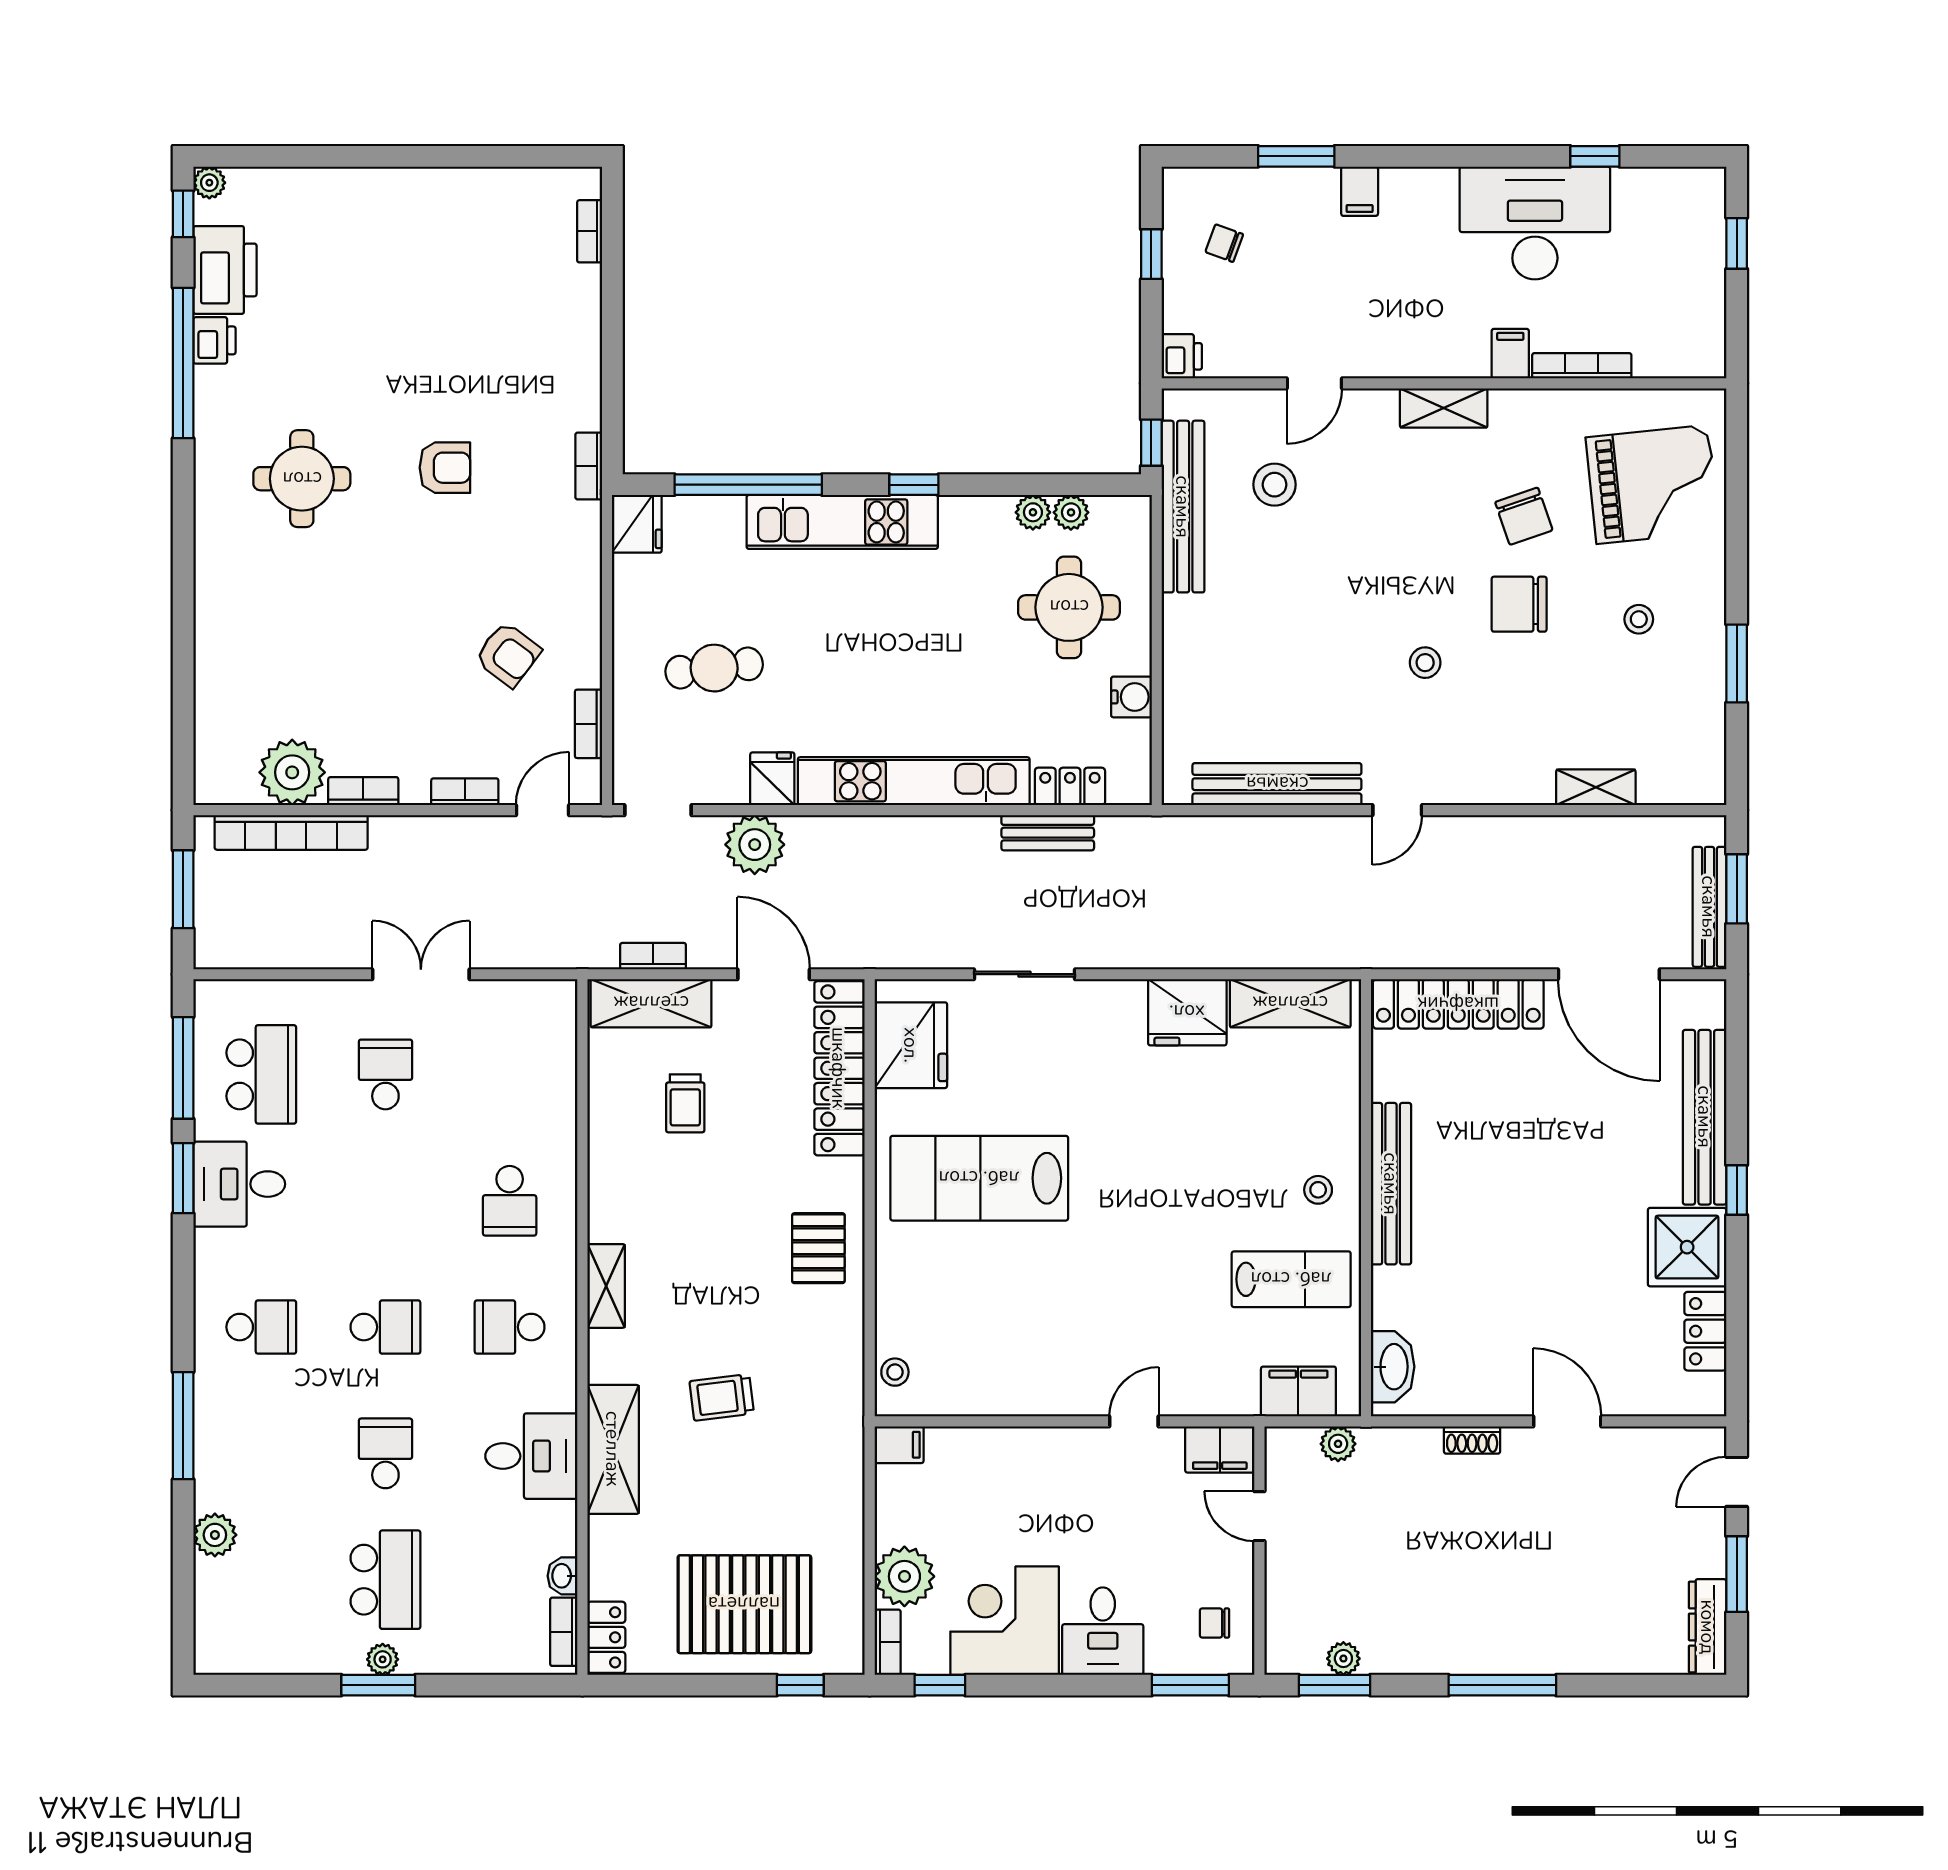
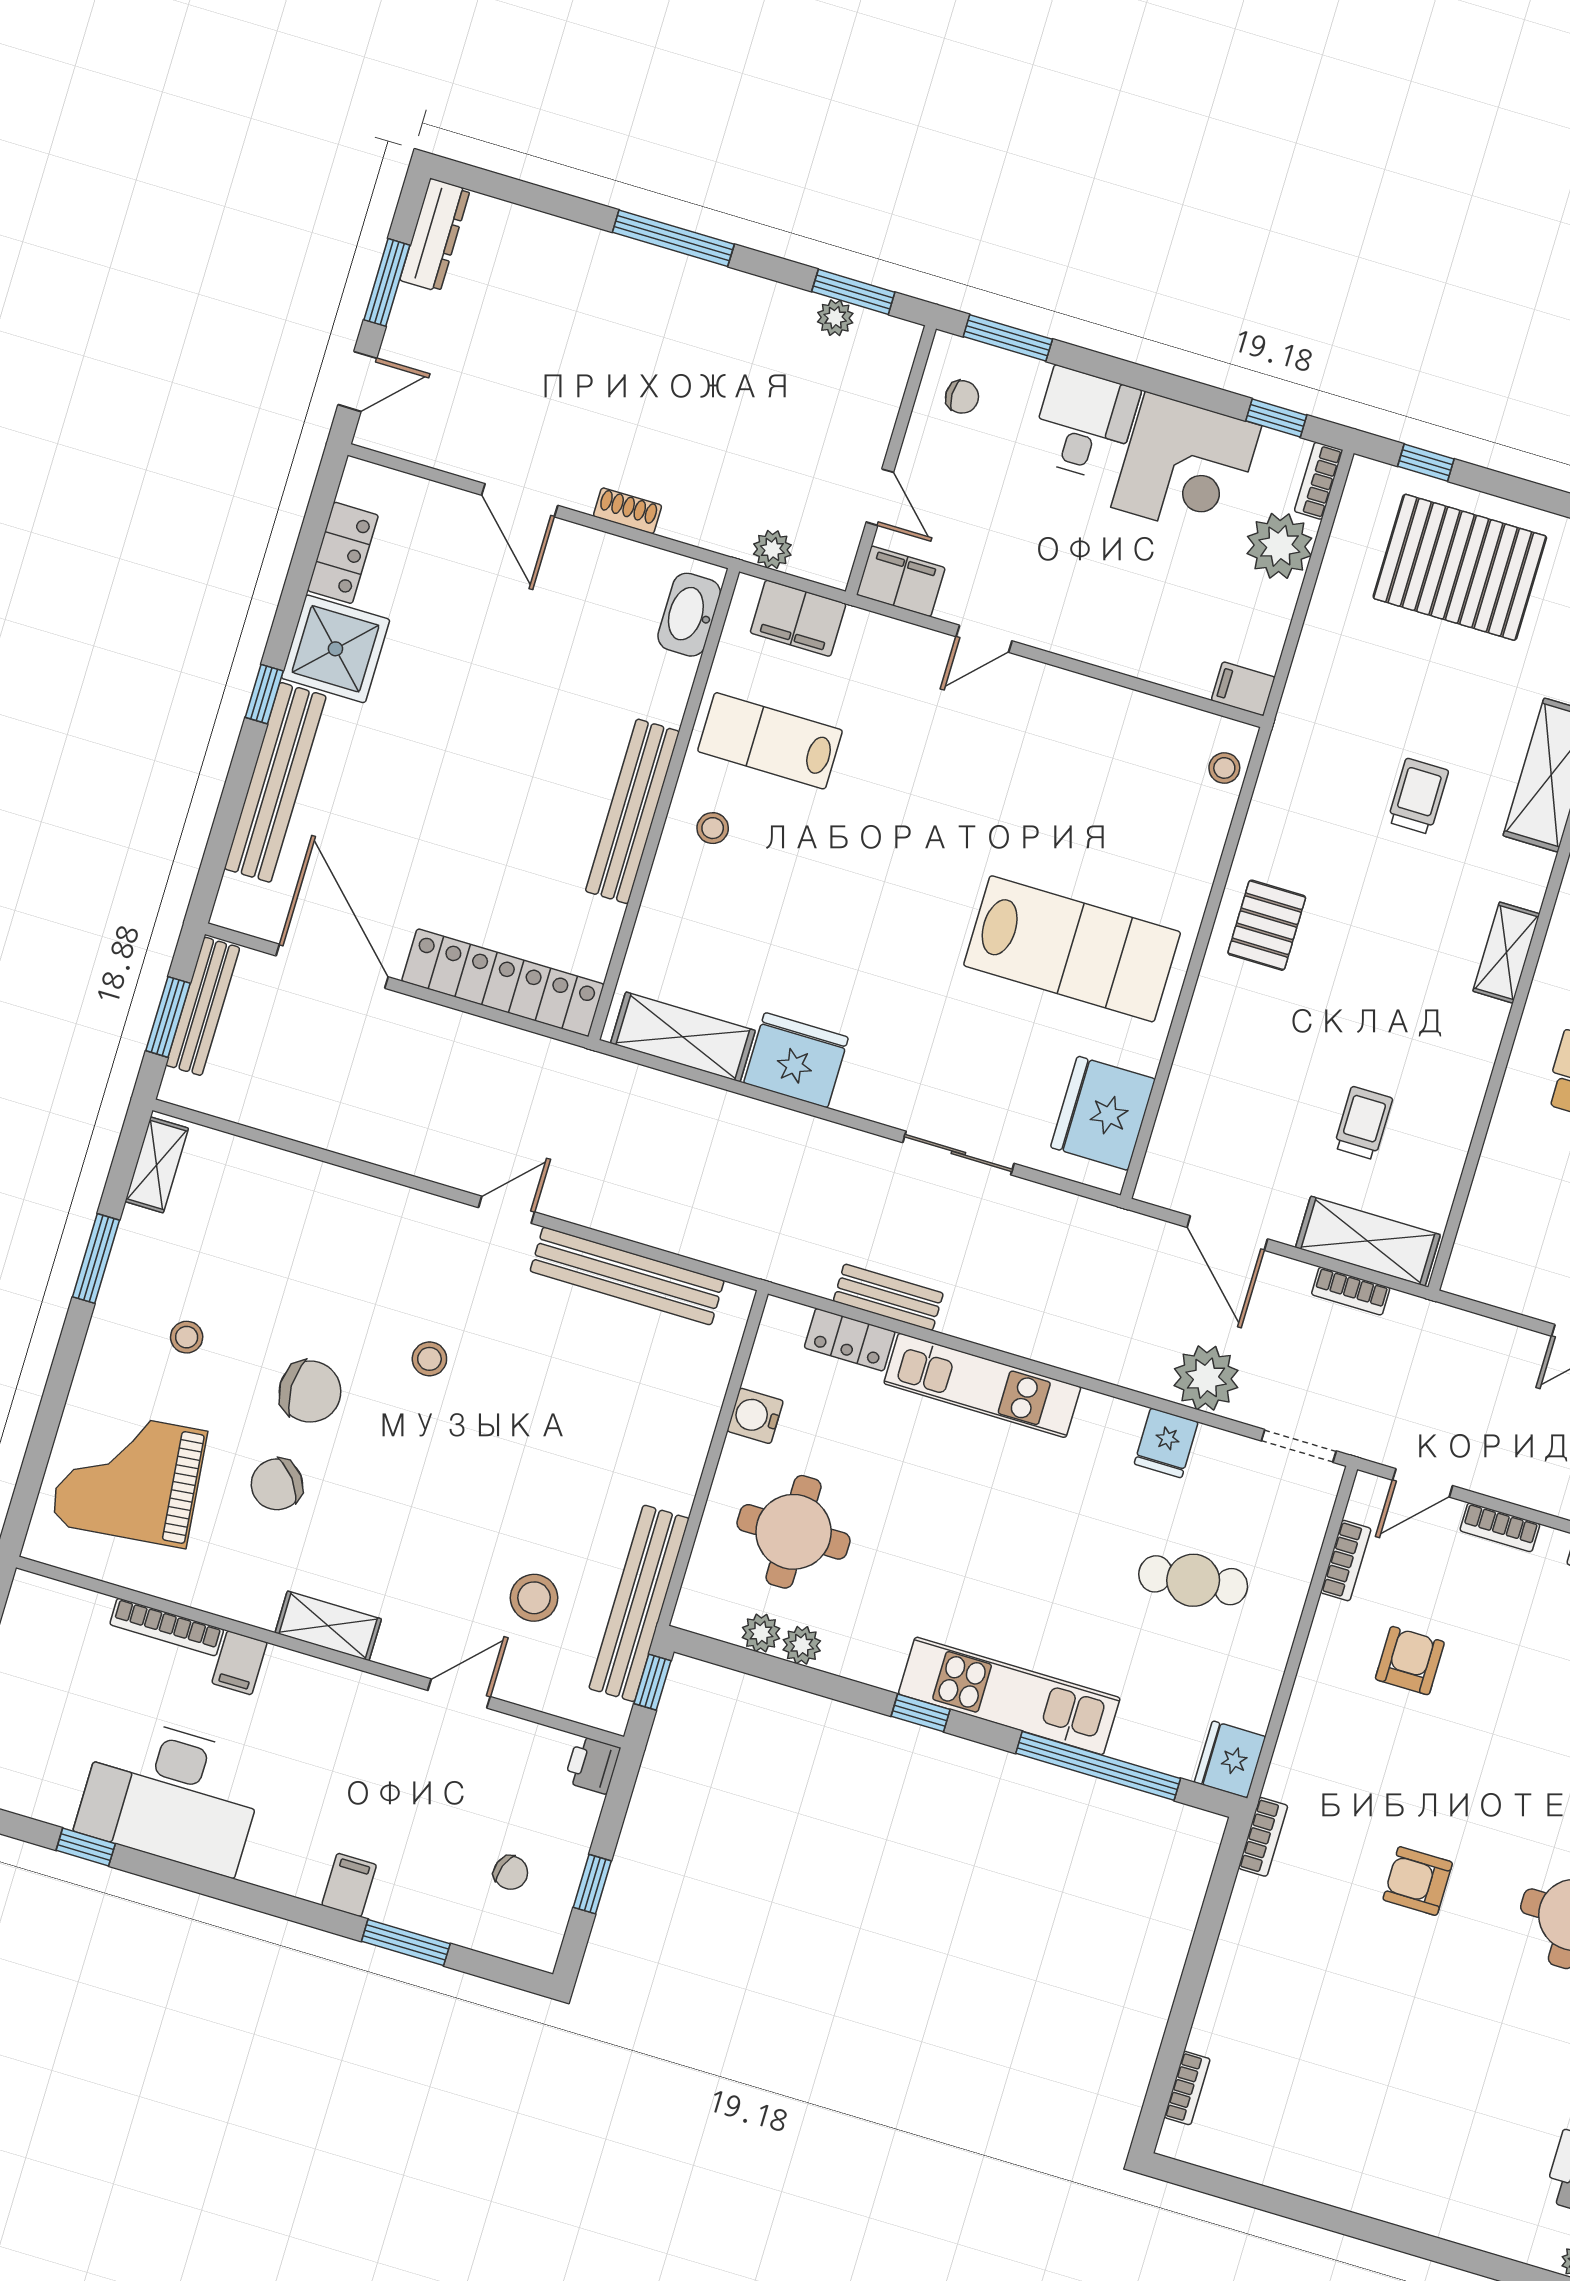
chair: (1524, 516) -> (277, 1484), turned -109
armchair: (508, 655) -> (1410, 1661), turned 53
kitchen unit: (914, 781) -> (982, 1385), width x0.73
shelving: (1596, 787) -> (157, 1165), moved, turned 90
locker: (839, 1068) -> (1187, 1111), removed
trolley: (722, 1397) -> (1418, 796), turned -83

